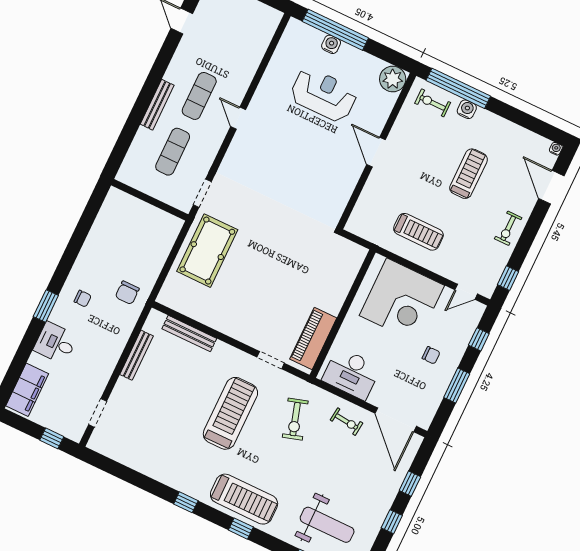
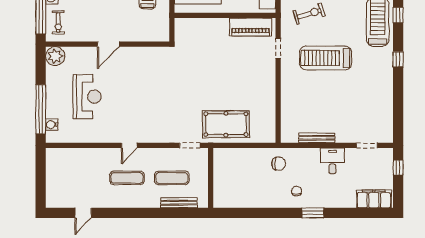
water cooler: (331, 44) -> (52, 125), moved
reception desk: (324, 95) -> (87, 97), turned 180
bench: (157, 105) -> (179, 203), moved
bench: (189, 334) -> (286, 110), removed
desk: (55, 343) -> (332, 161), moved, turned 180

